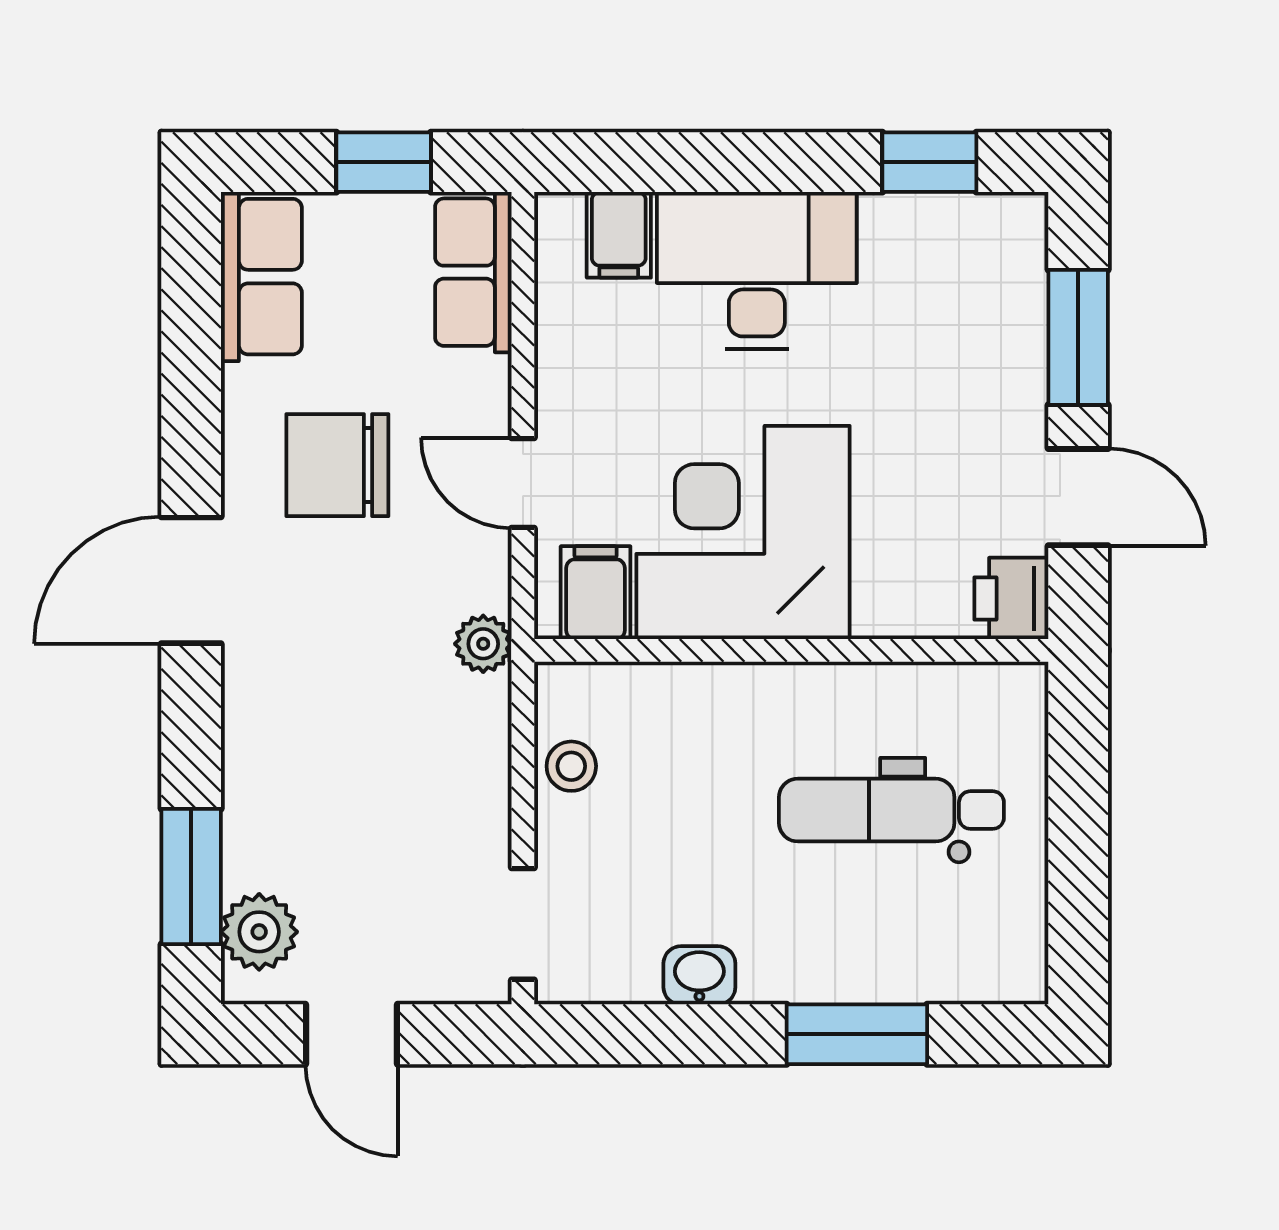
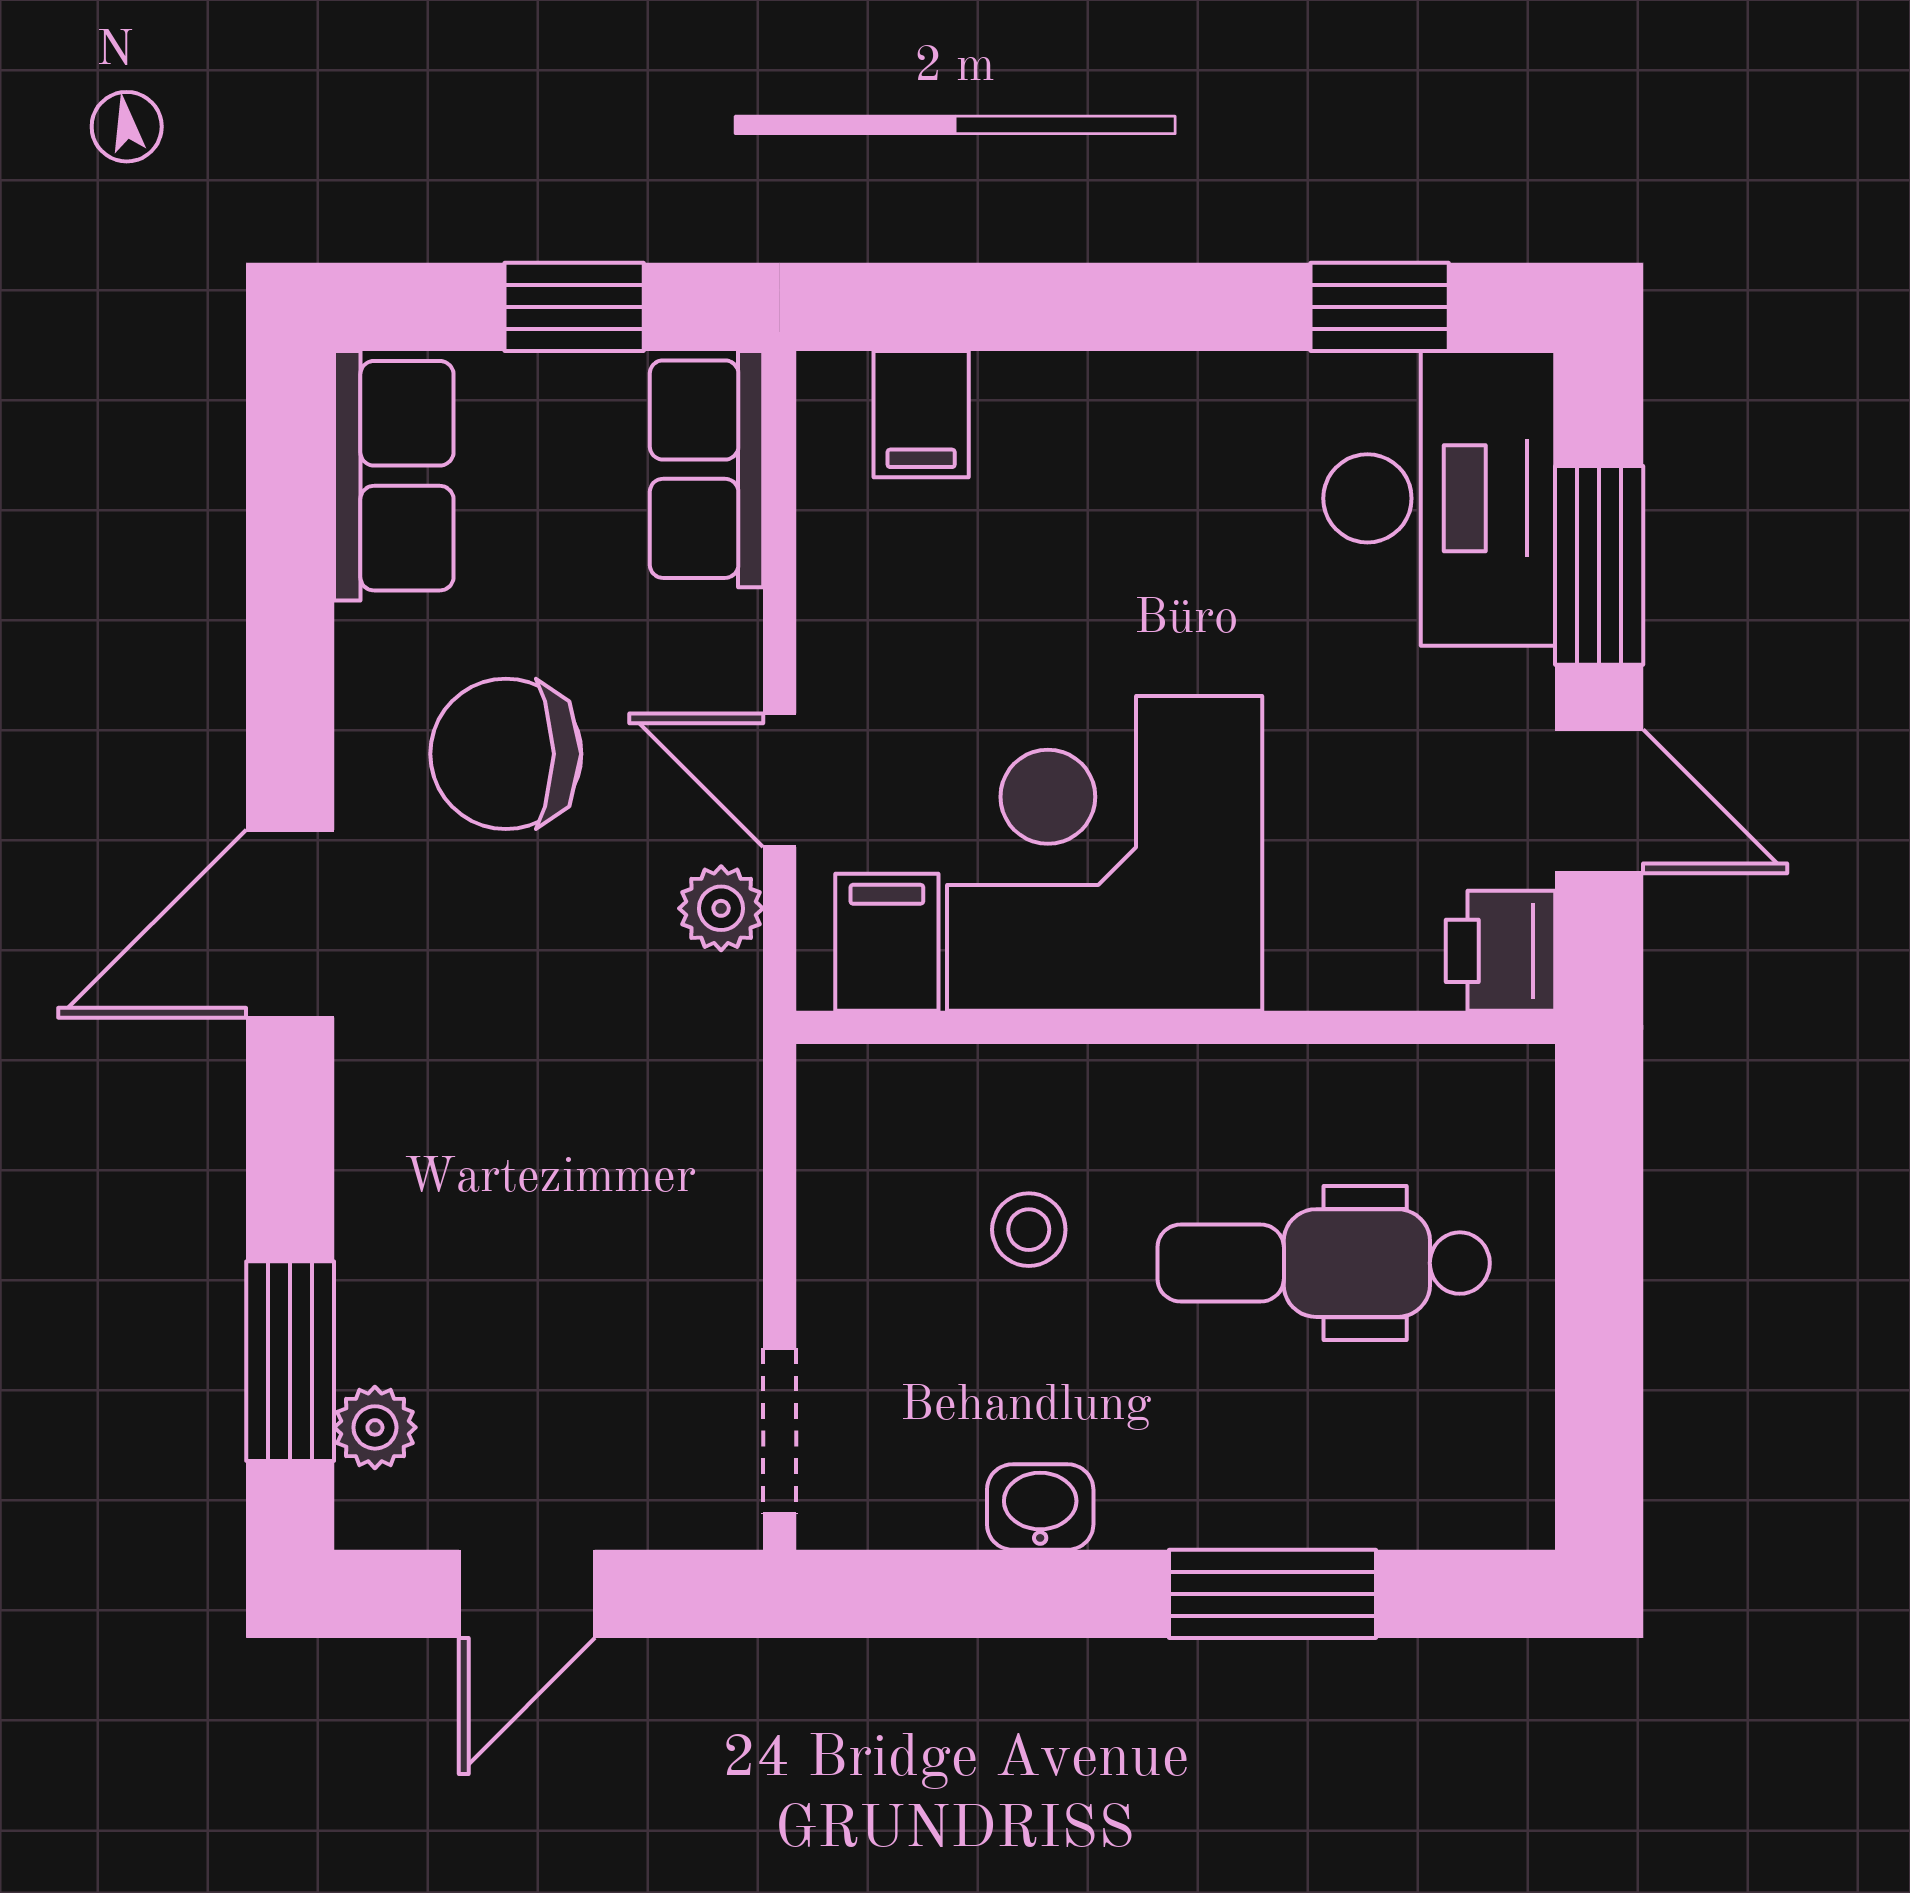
desk: (757, 271) -> (1439, 498), moved, turned 90
plant: (483, 644) -> (721, 908), moved
stool: (571, 766) -> (1029, 1230), moved
plant: (259, 932) -> (375, 1427), width x0.73, depth x0.73
door: (352, 1034) -> (527, 1594), hinge flipped

